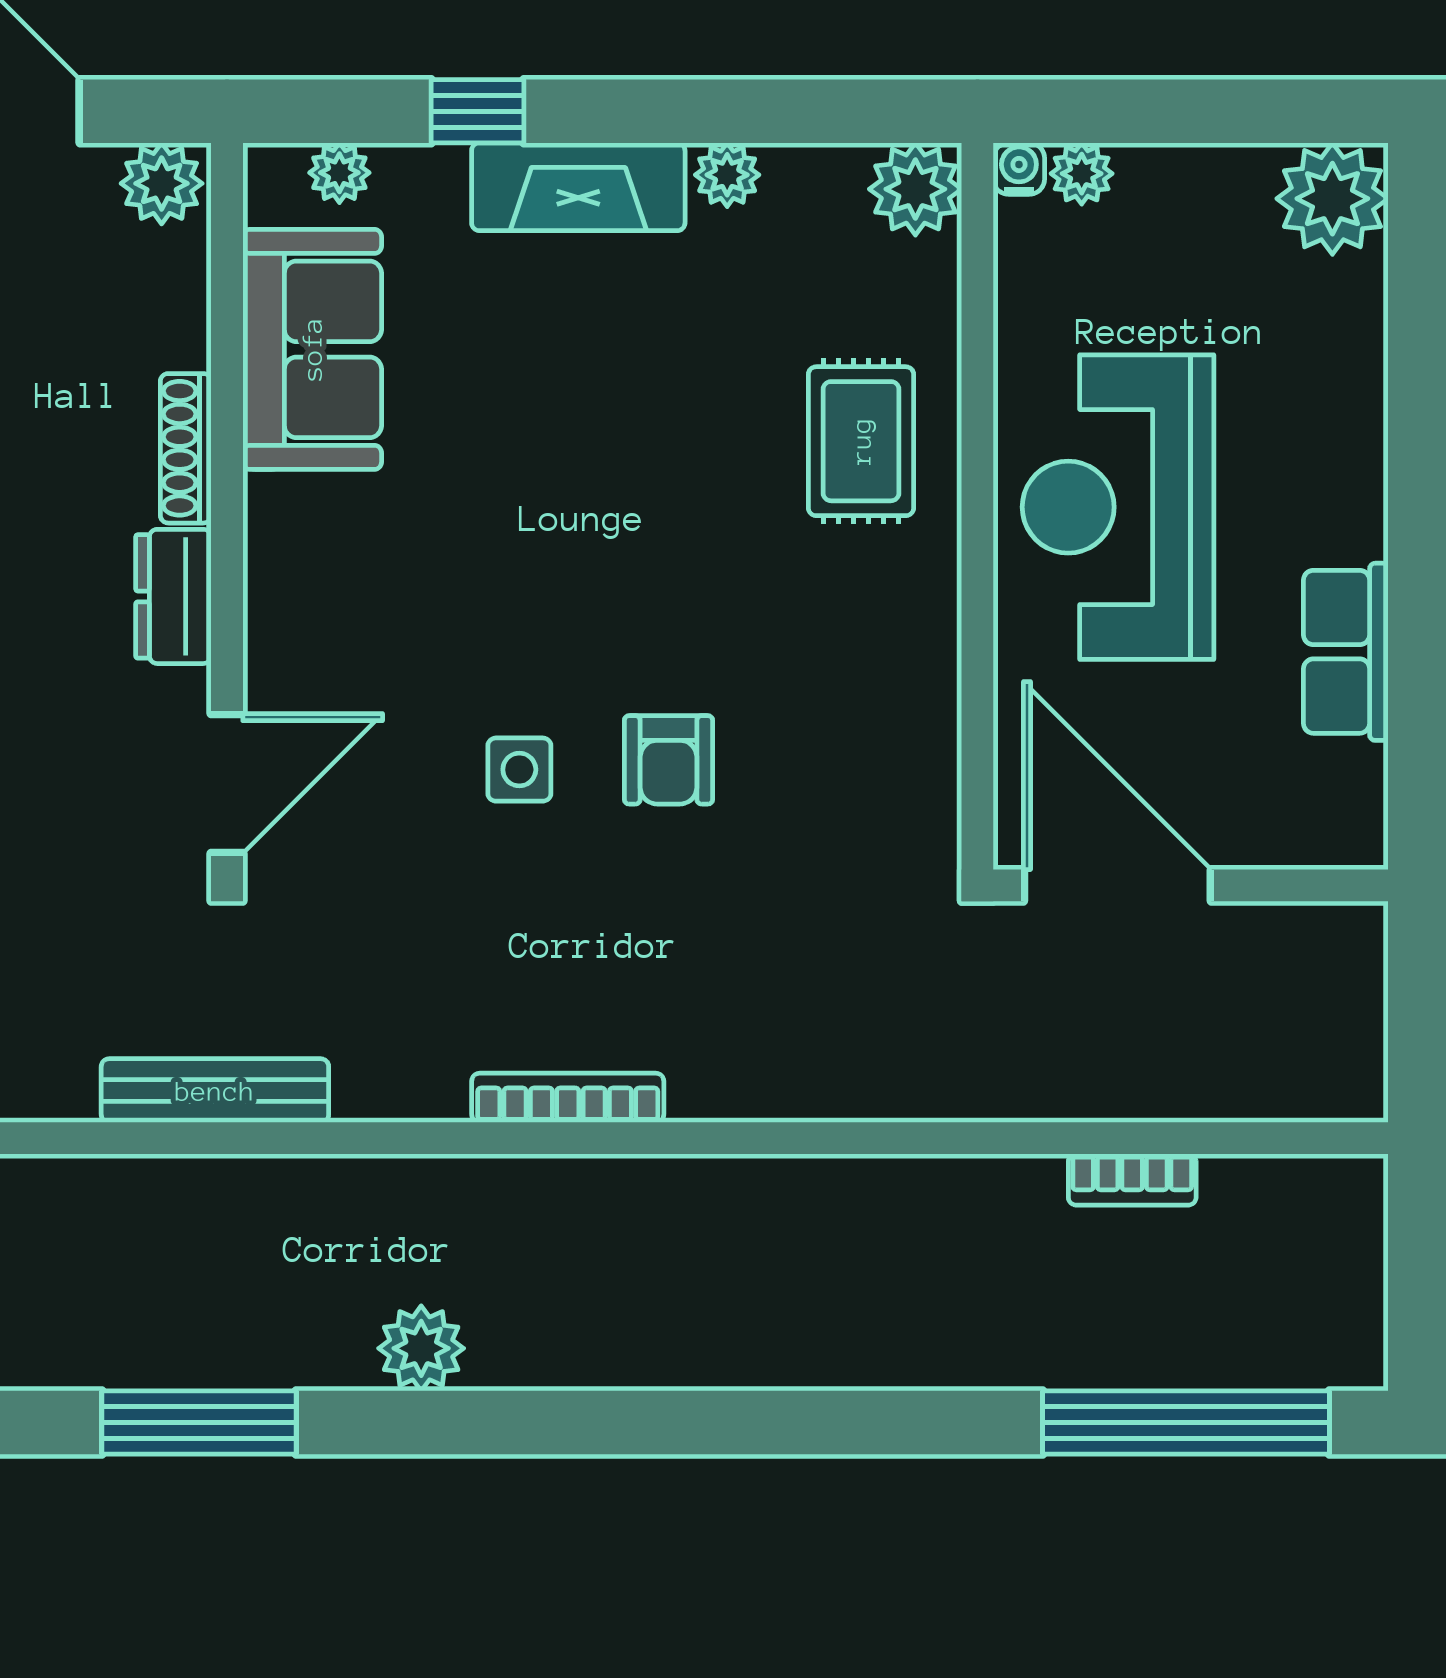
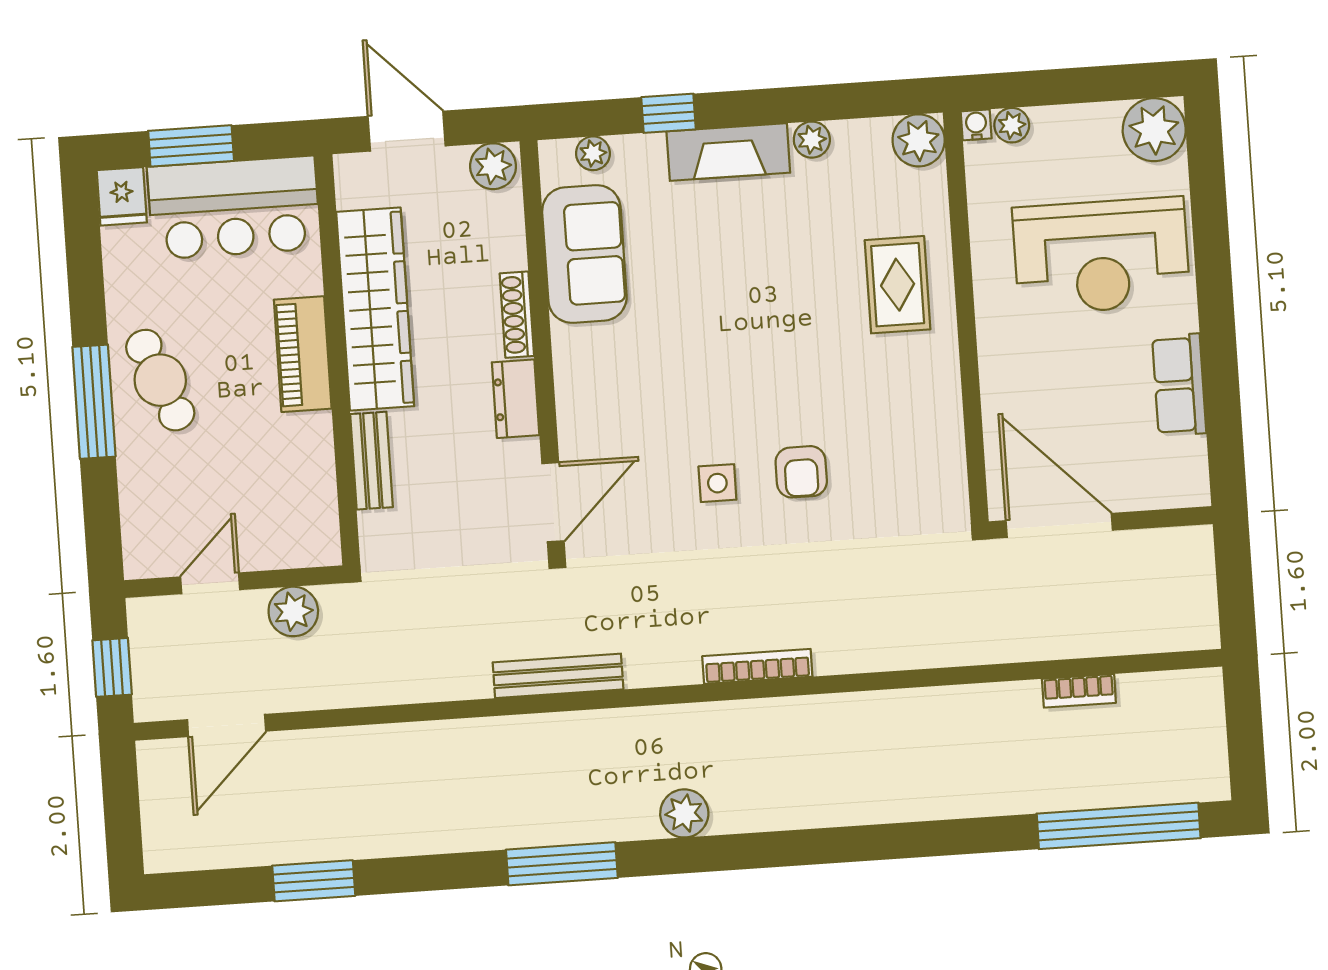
reception desk: (1118, 507) -> (1101, 256), moved, turned -90

